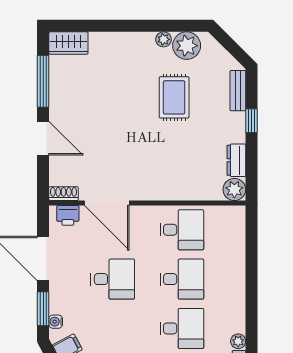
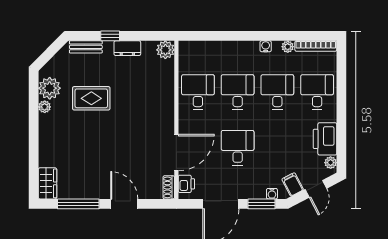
door: (43, 138) -> (124, 204), hinge flipped
dresser: (236, 160) -> (127, 48), moved
water cooler: (239, 314) -> (266, 46), added

